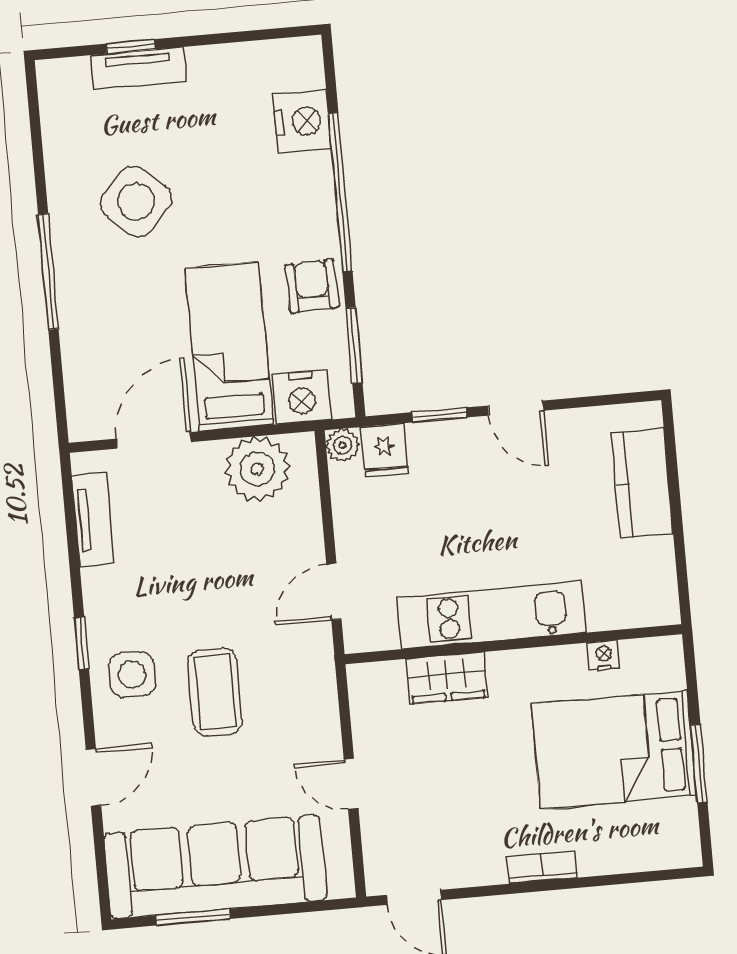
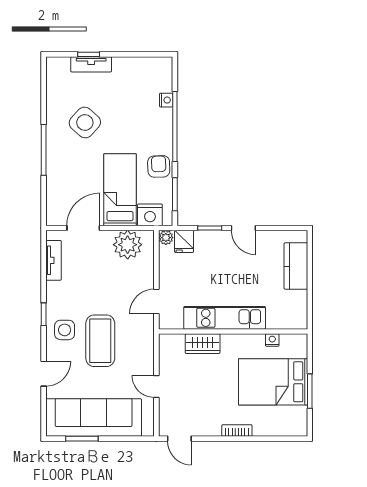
nightstand: (302, 121) -> (166, 100), width x0.53, depth x0.56
coffee table: (215, 692) -> (100, 341), width x1.36, depth x1.32

